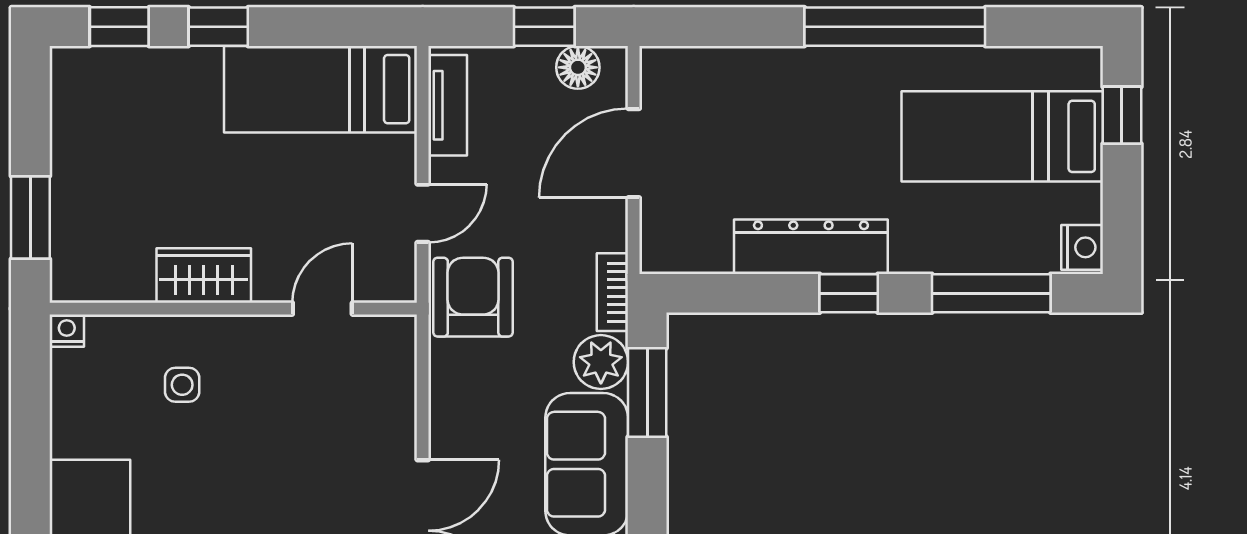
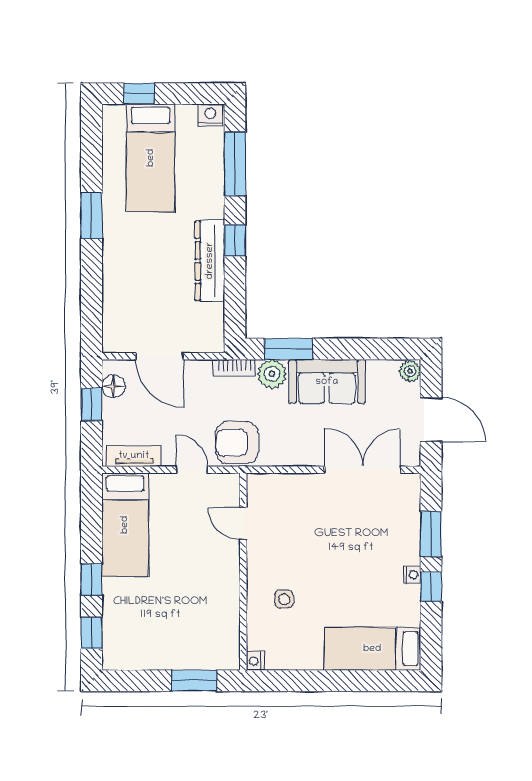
window: (895, 27) -> (91, 216), width x0.47
wardrobe: (204, 275) -> (225, 587), removed

